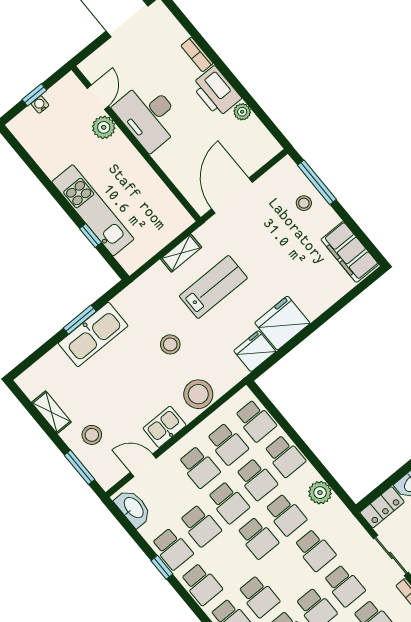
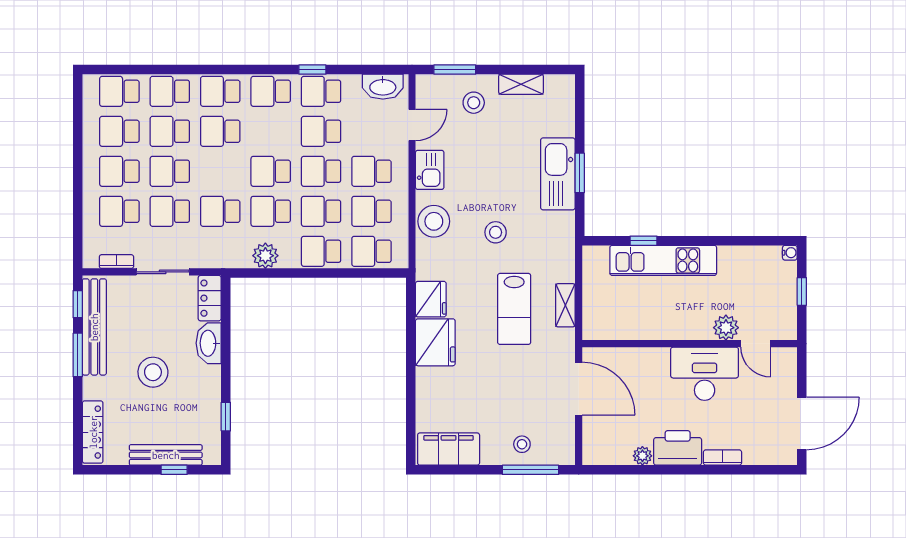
water cooler: (40, 104) -> (790, 253), moved

